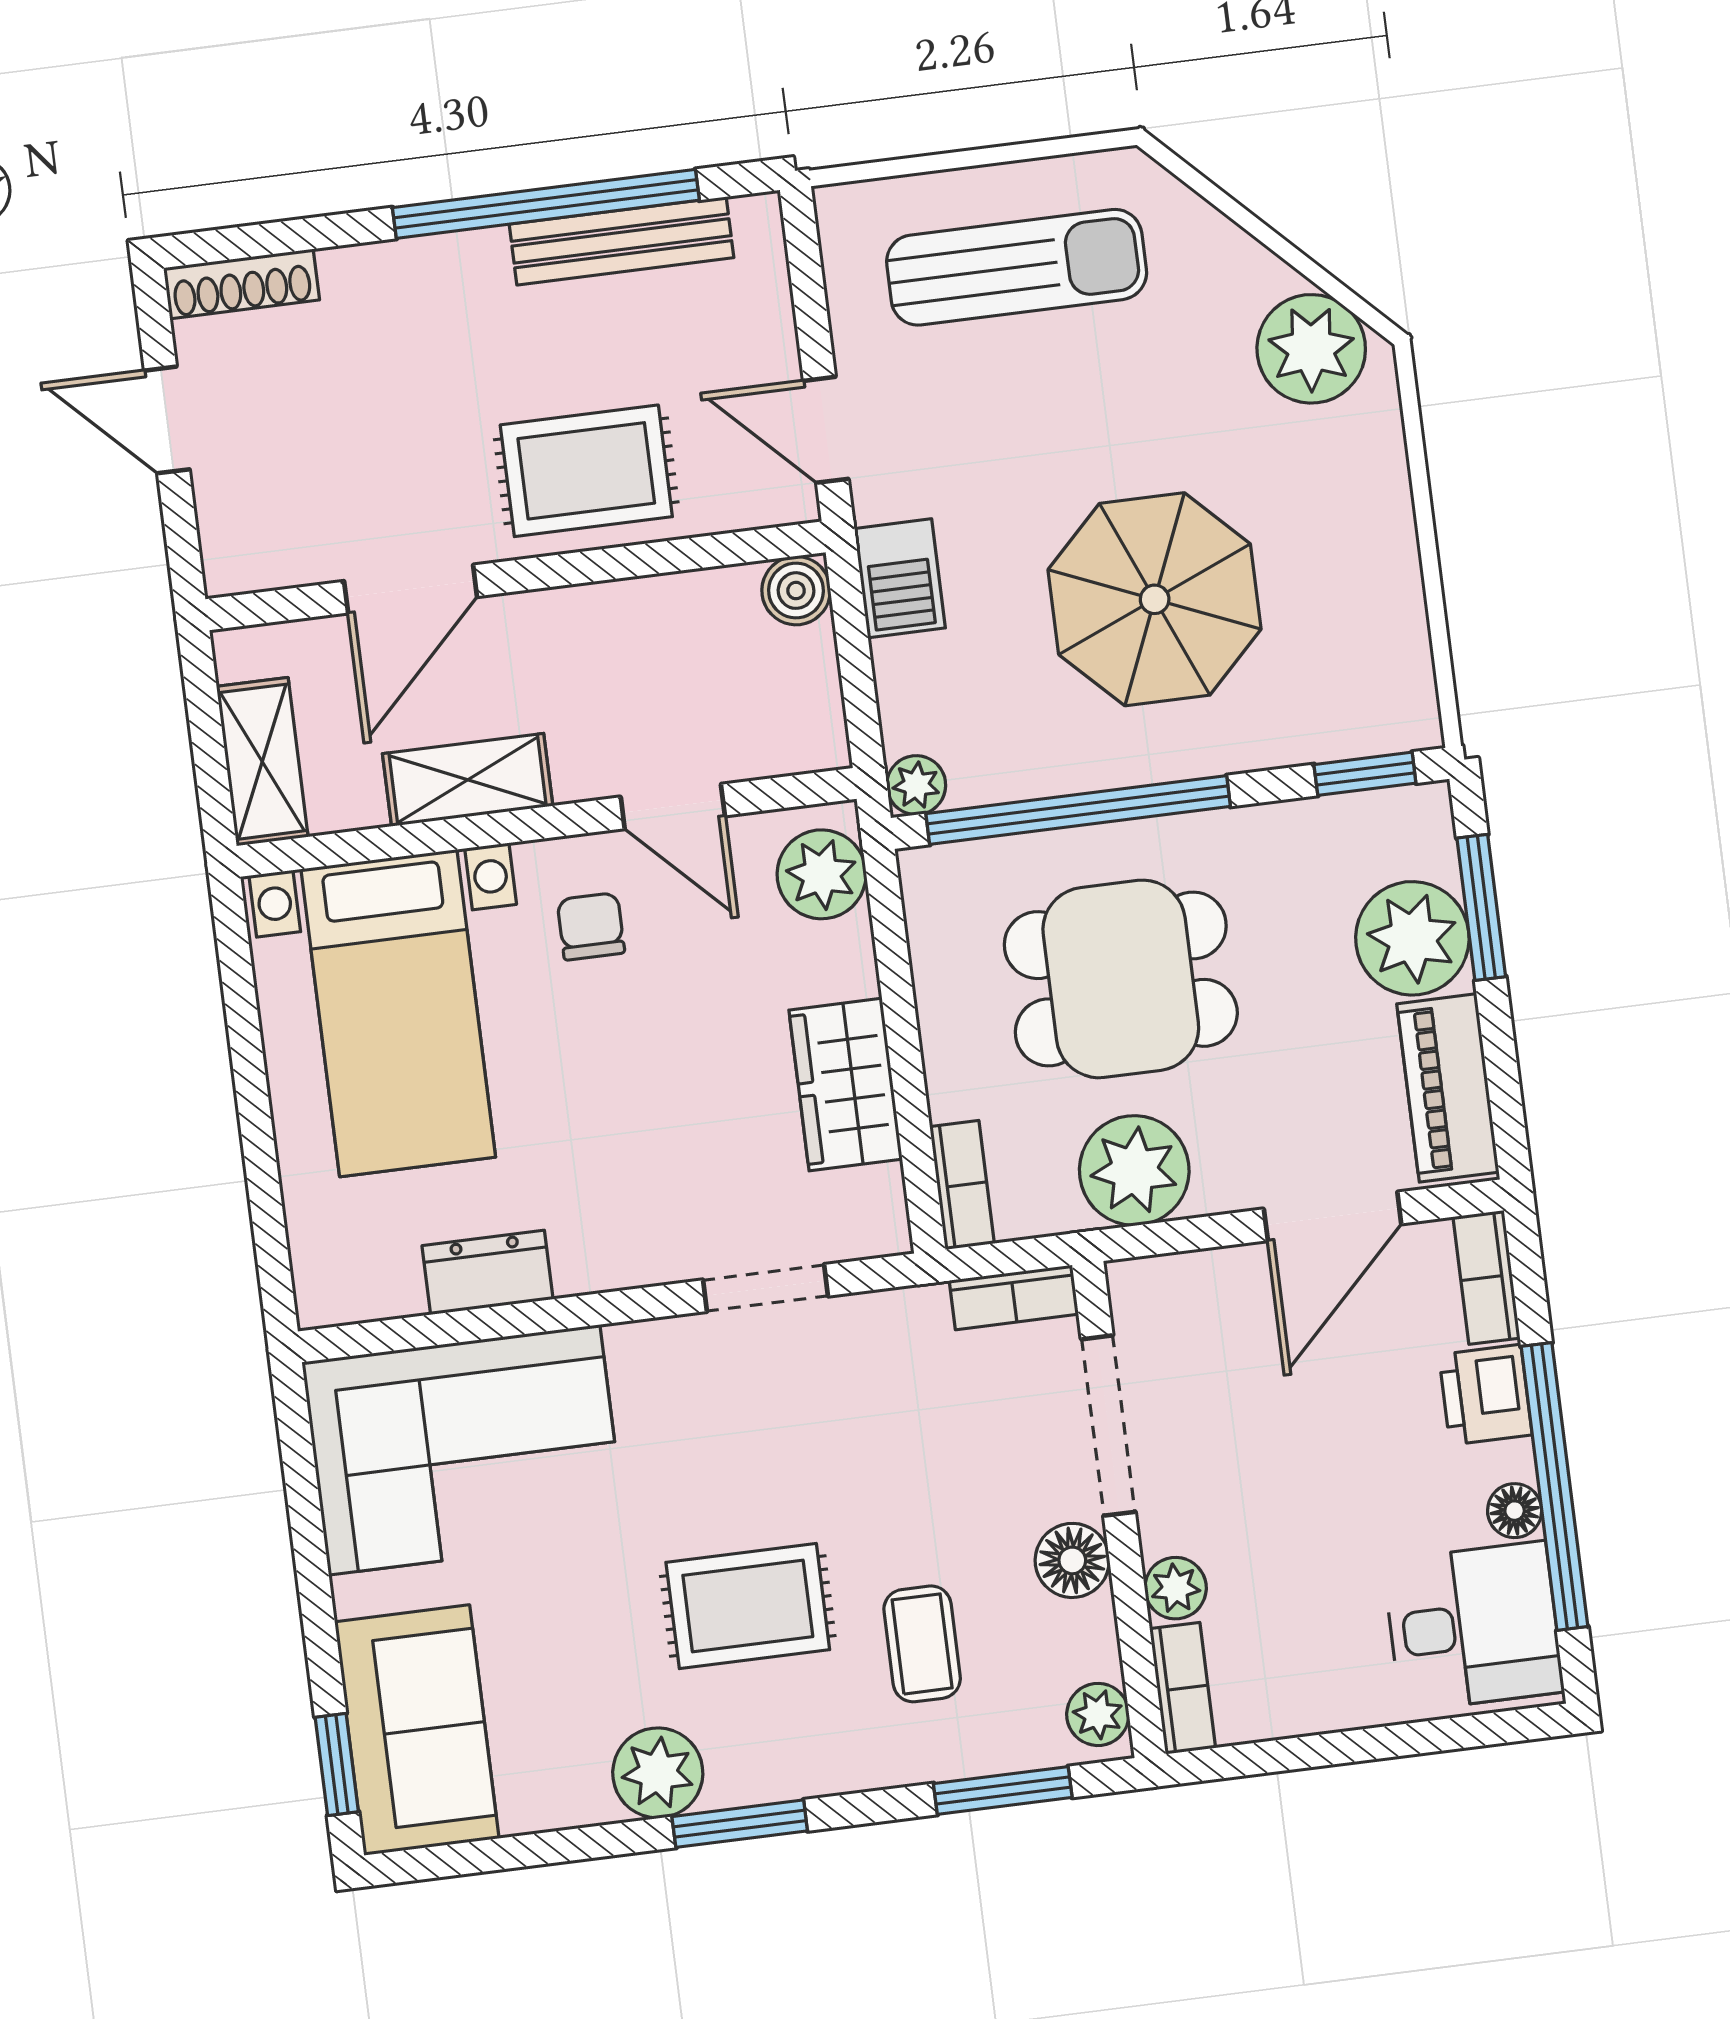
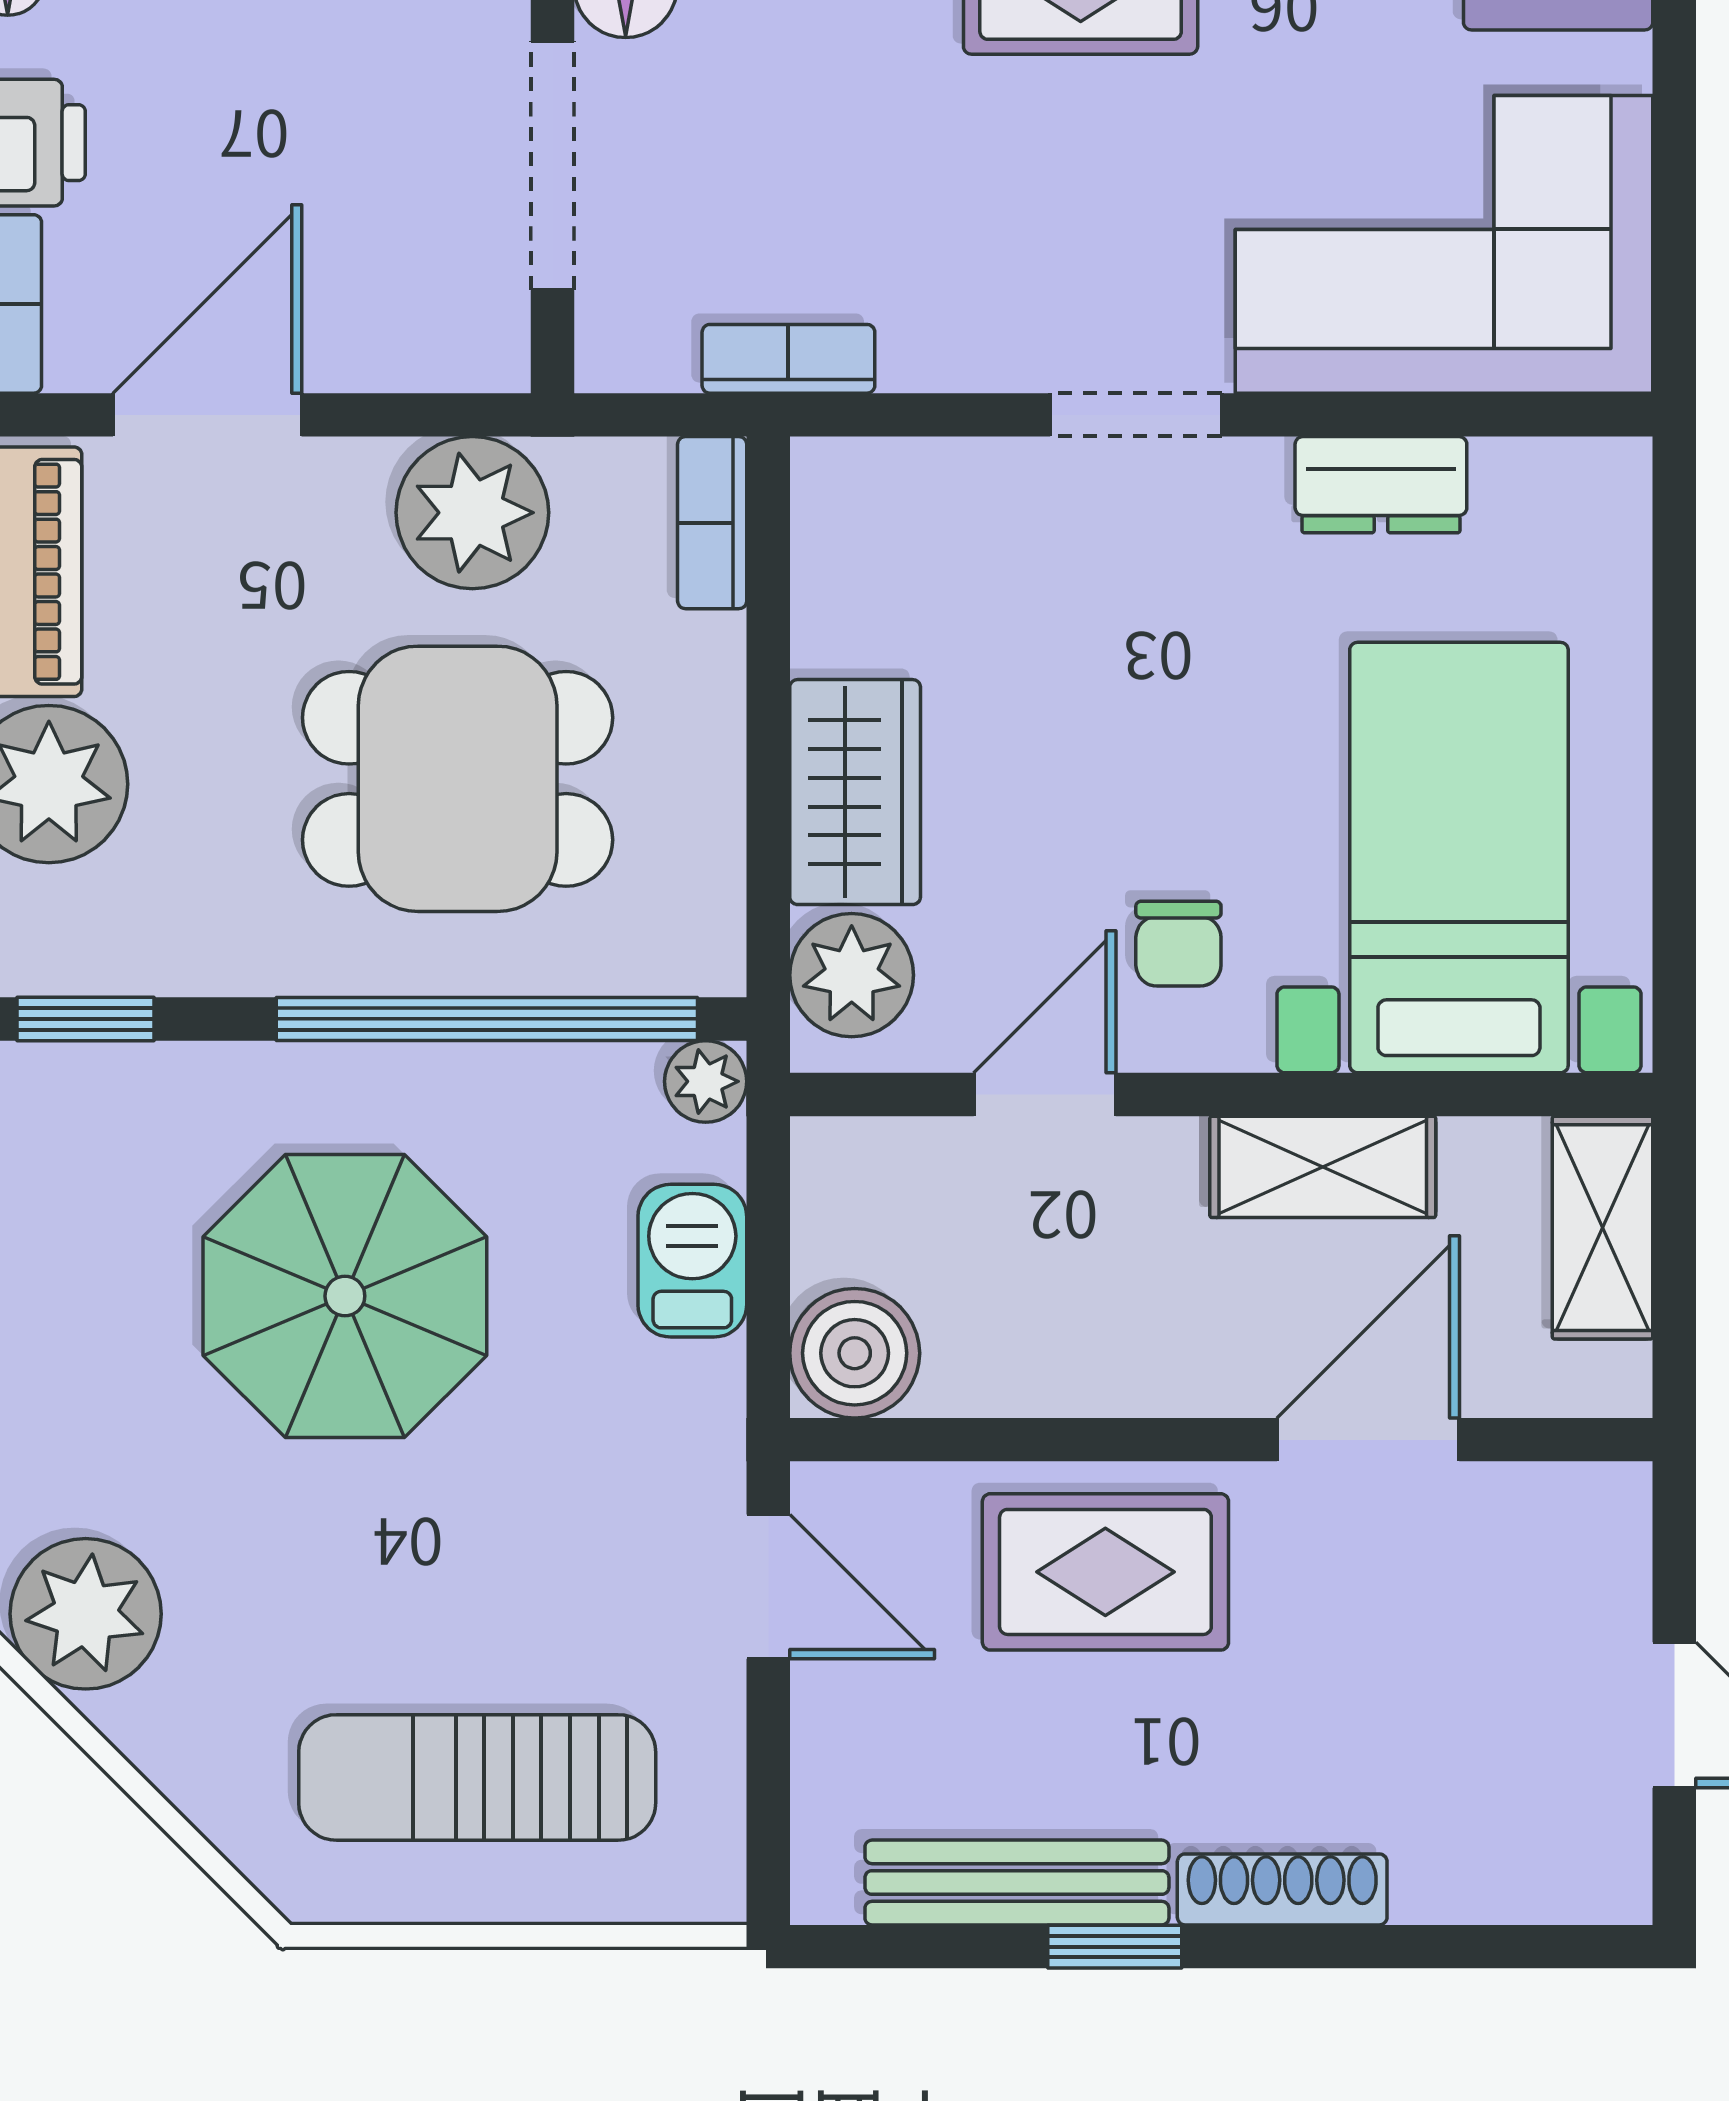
window: (546, 204) -> (1115, 1947), width x0.32
shoe rack: (241, 284) -> (1282, 1889), moved
barbecue: (900, 578) -> (692, 1261), moved
boiler: (796, 591) -> (855, 1353), width x1.36, depth x1.36
door: (673, 806) -> (1045, 1094), hinge flipped
wardrobe: (846, 1085) -> (855, 792), moved
doorway: (765, 1288) -> (1136, 415), moved
bookcase: (1014, 1297) -> (788, 359), moved

